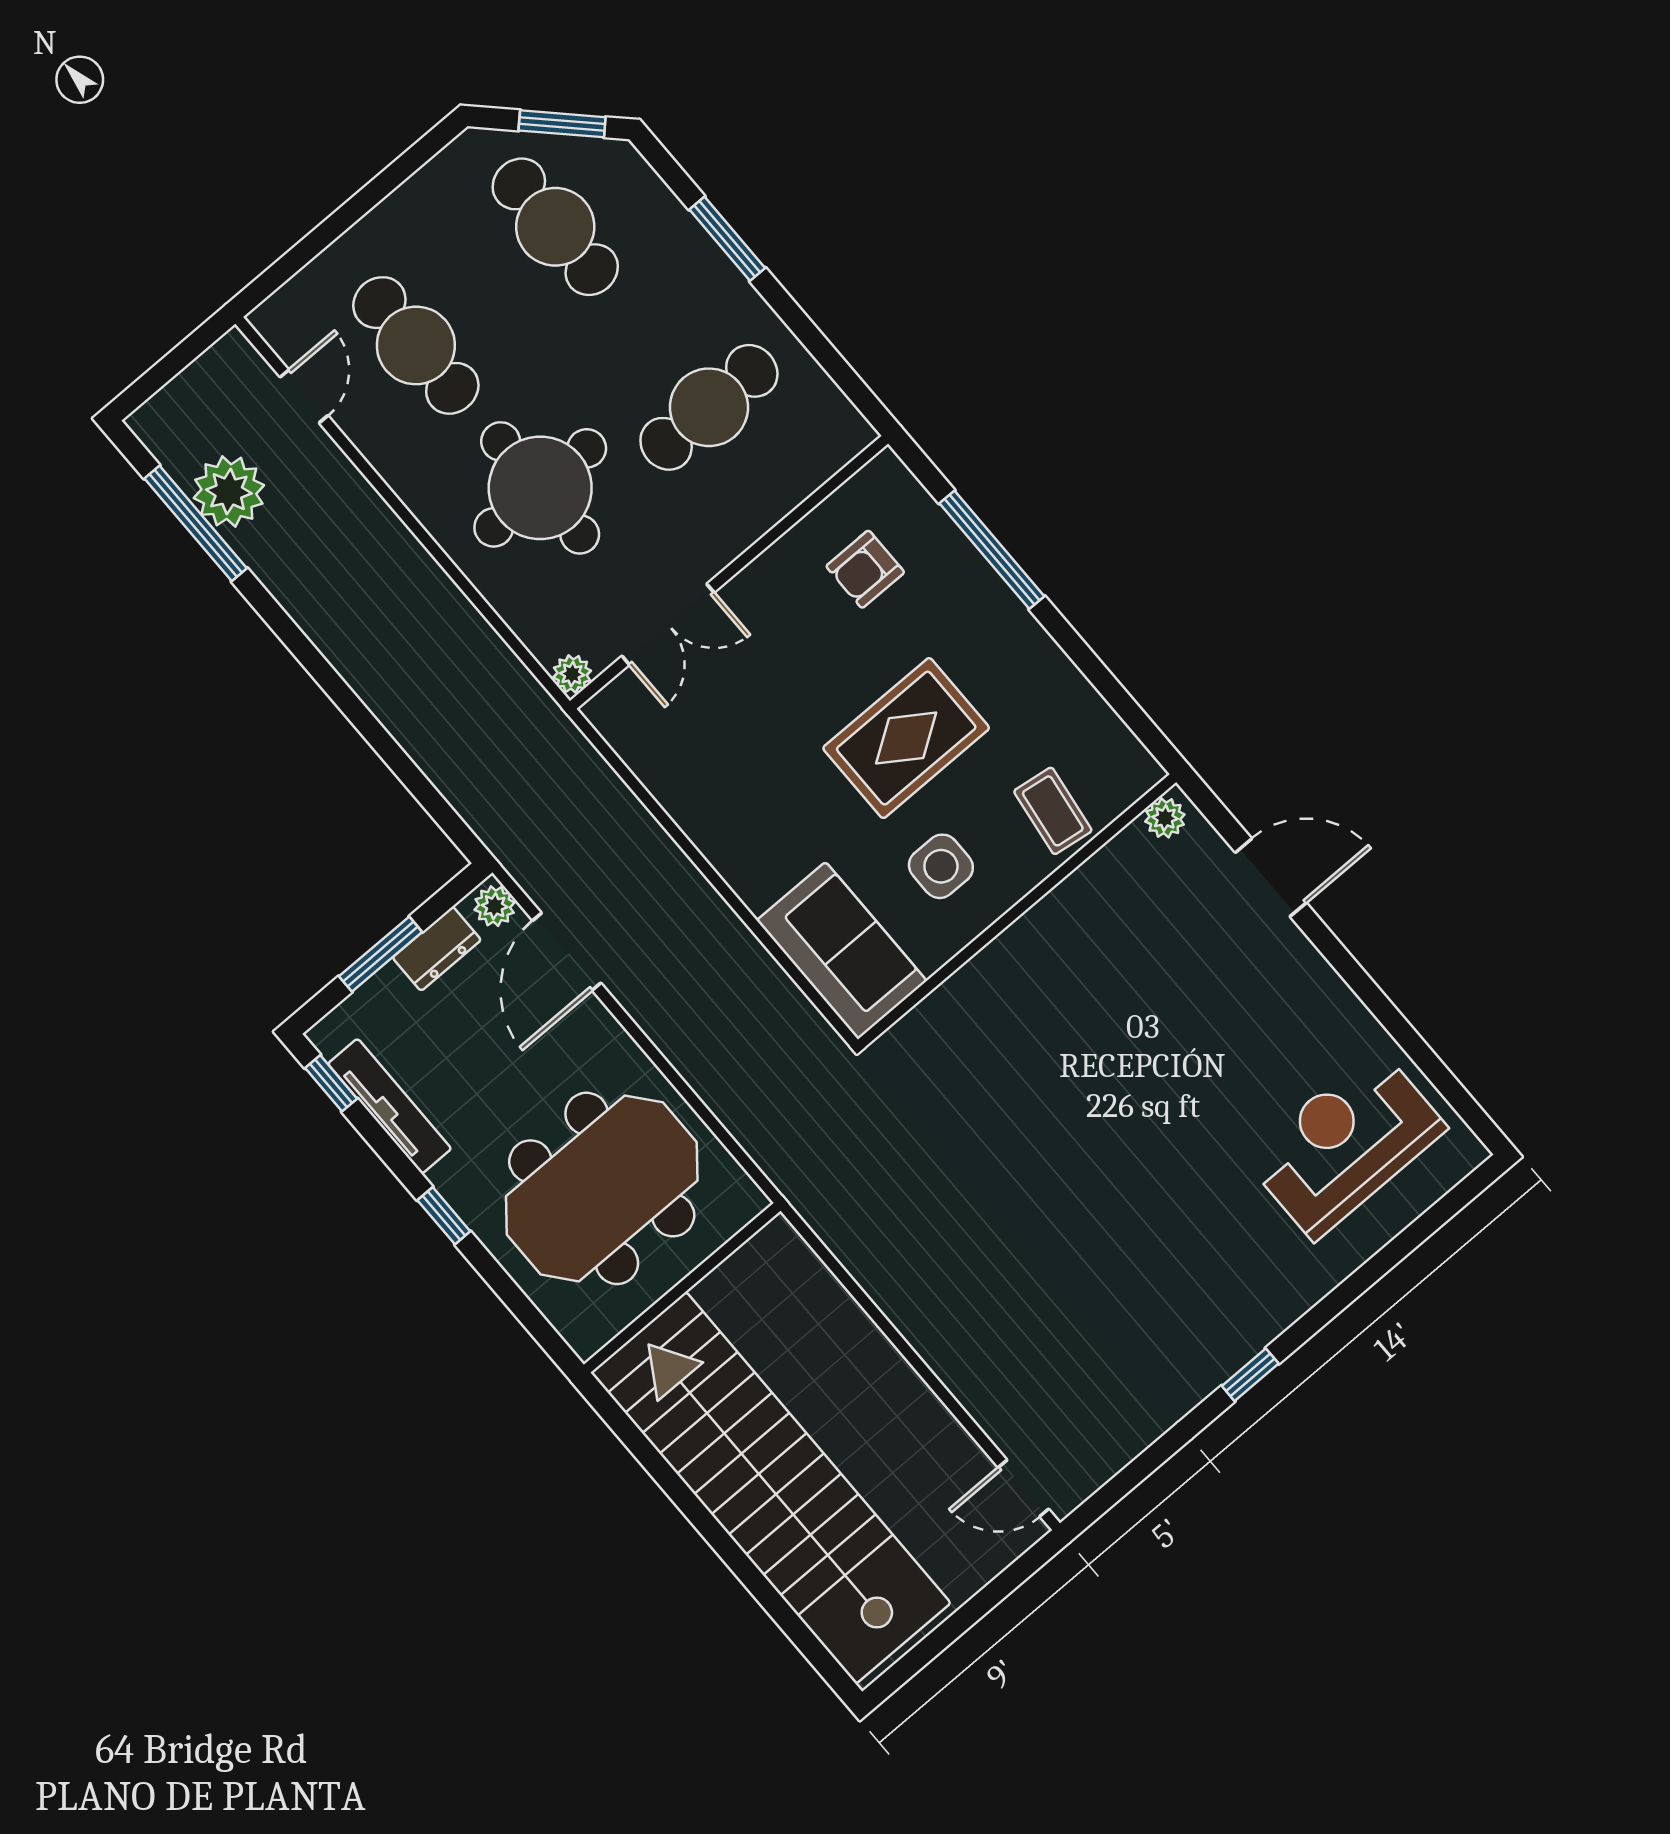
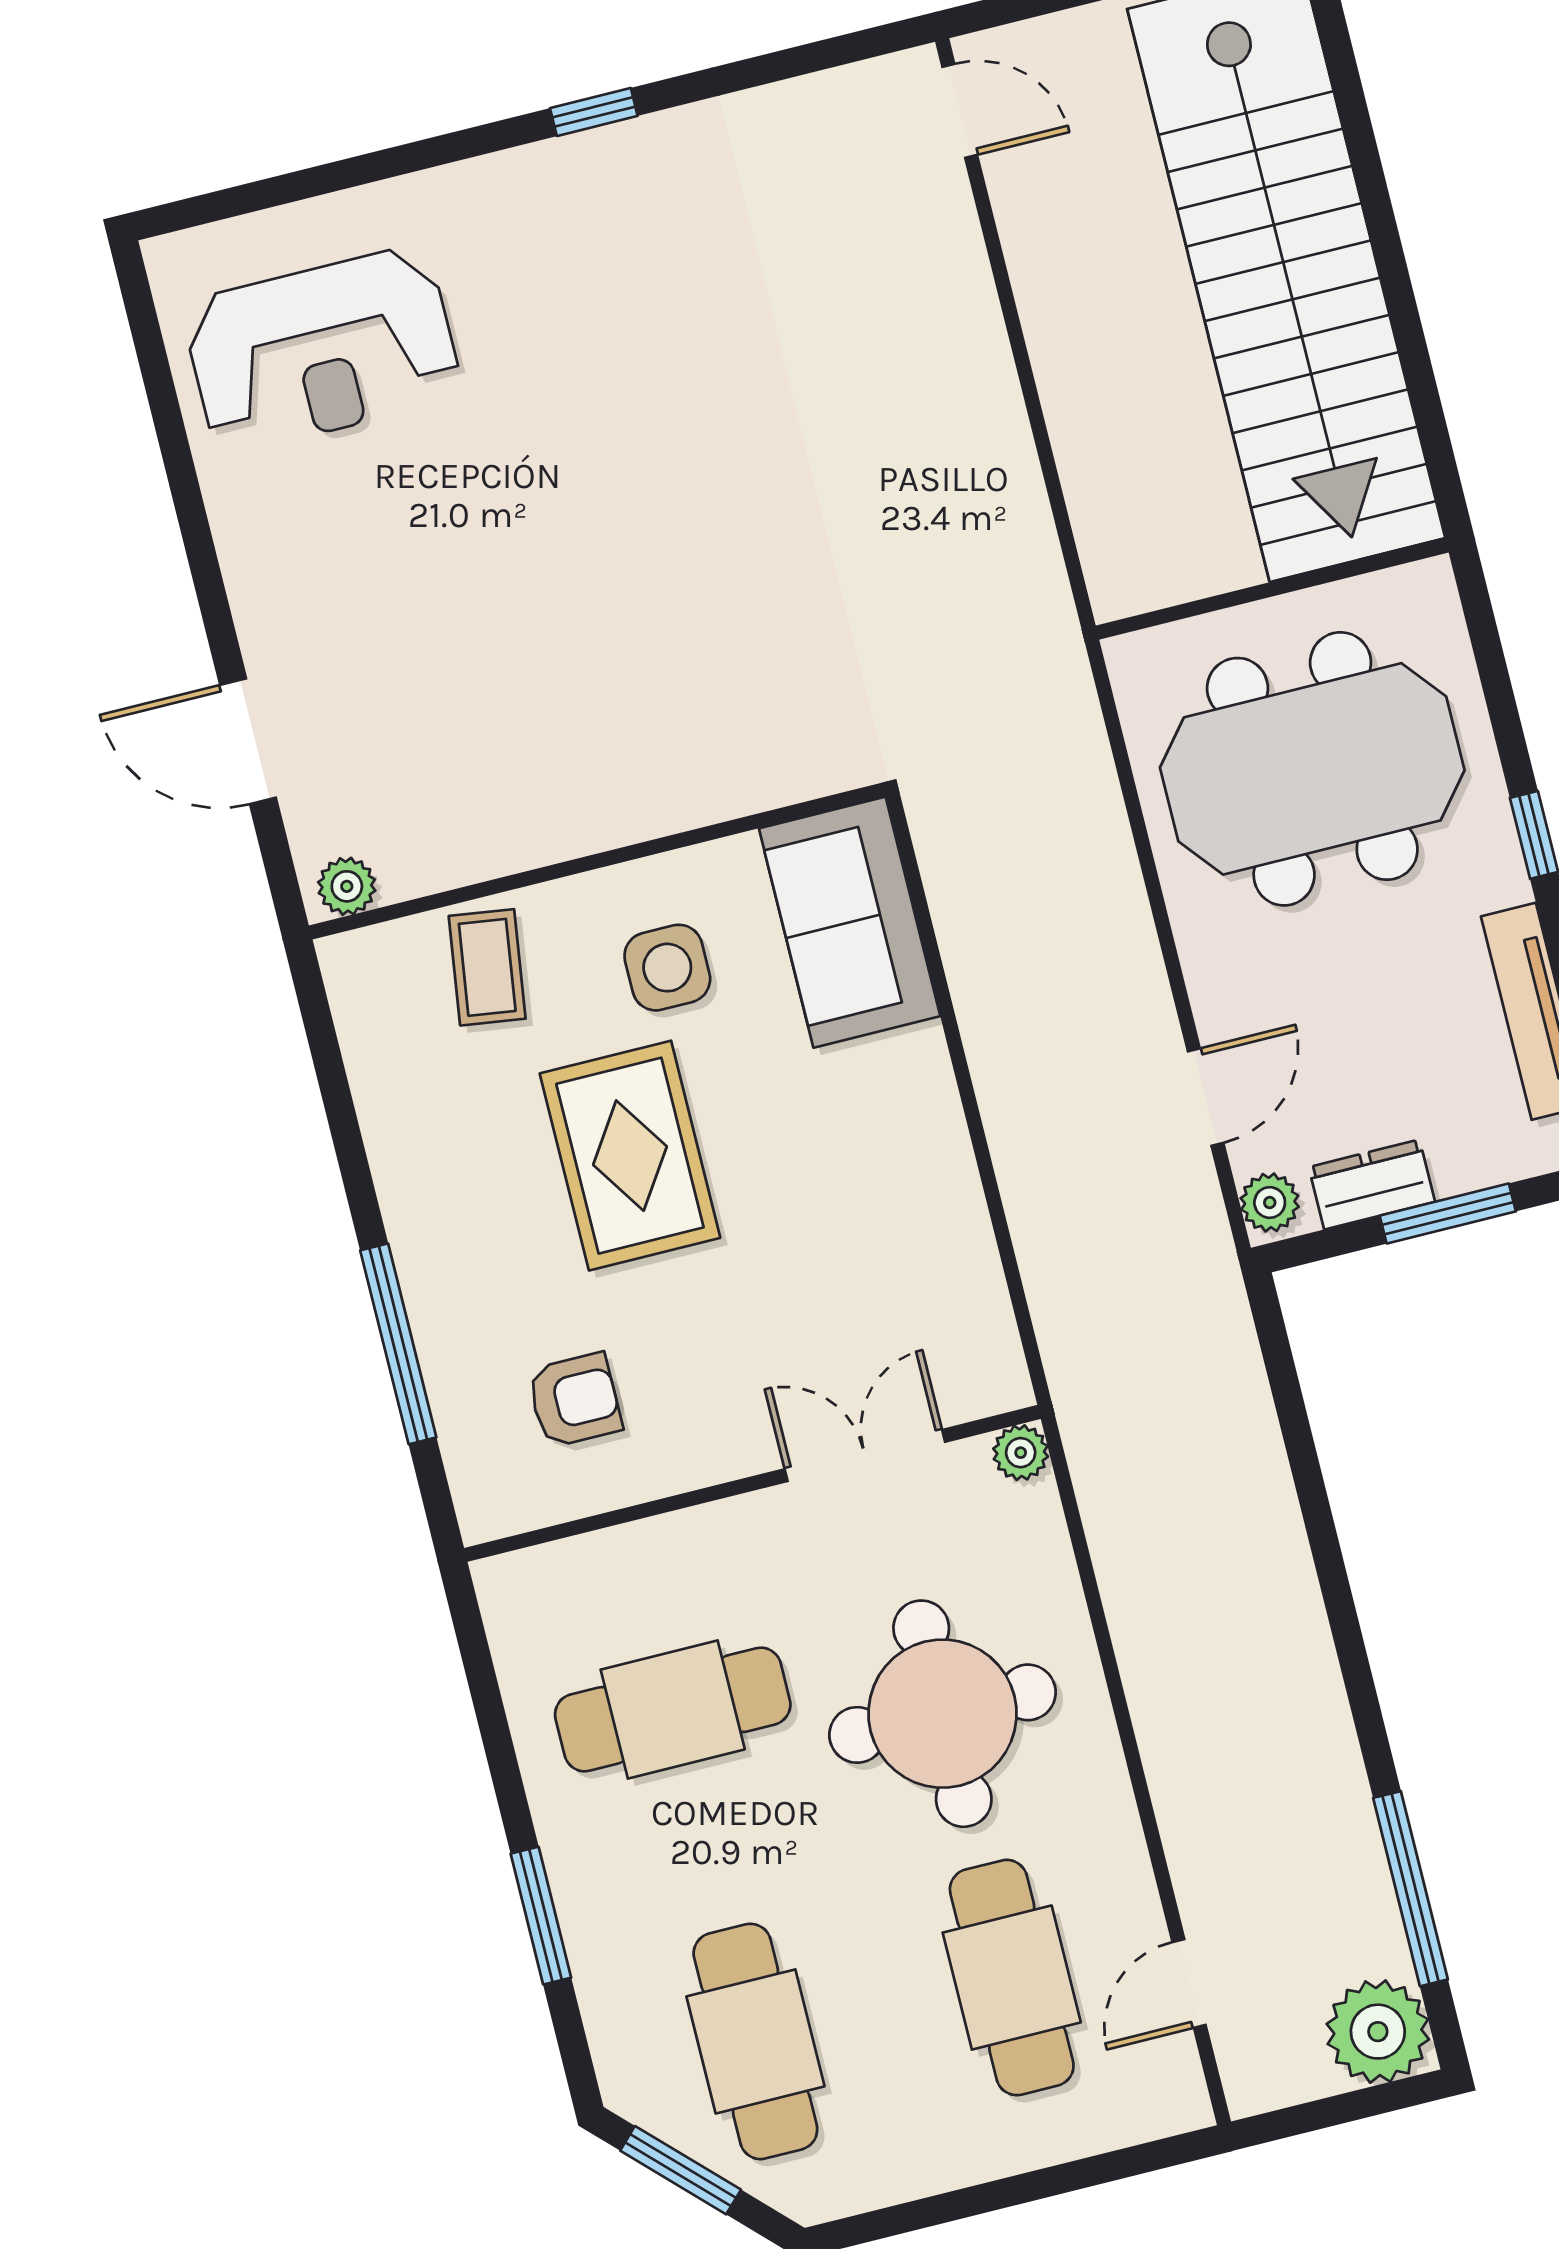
plant: (229, 492) -> (1378, 2032), moved
rug: (906, 738) -> (630, 1156), turned 90
door: (567, 952) -> (1206, 1097), width x0.73

